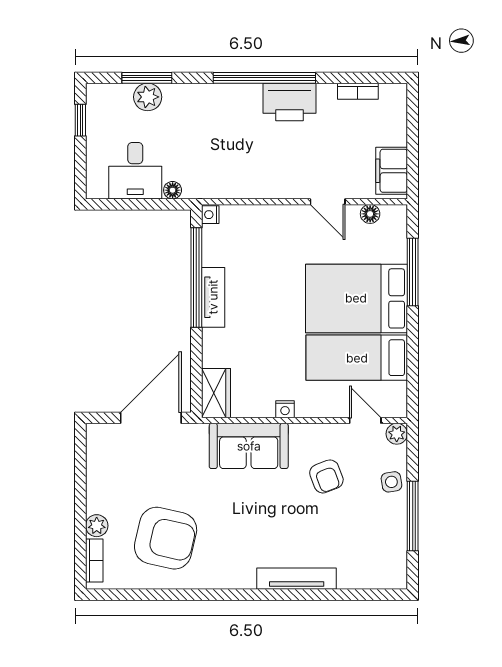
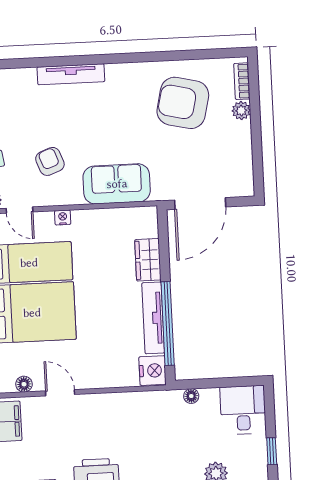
desk: (135, 171) -> (243, 410), moved
nightstand: (210, 215) -> (152, 371), width x1.89, depth x1.79
tv unit: (213, 297) -> (153, 318), width x1.41
wardrobe: (216, 393) -> (148, 260), moved
nightstand: (285, 409) -> (63, 218), moved

